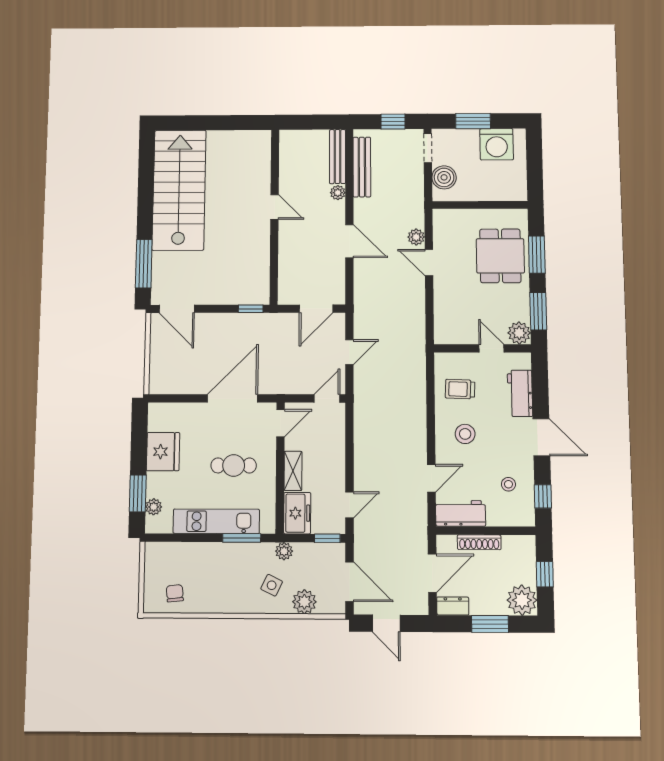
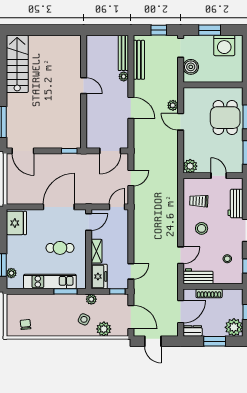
stairs: (179, 190) -> (17, 64), width x0.73, depth x0.66
plant: (519, 333) -> (190, 166), moved
fridge: (163, 452) -> (16, 223), moved

